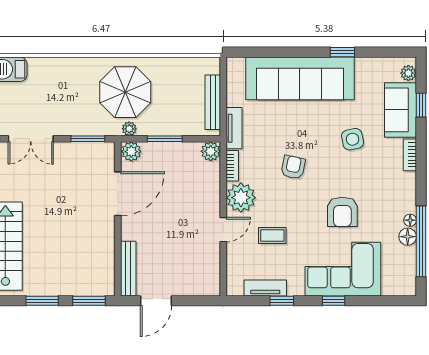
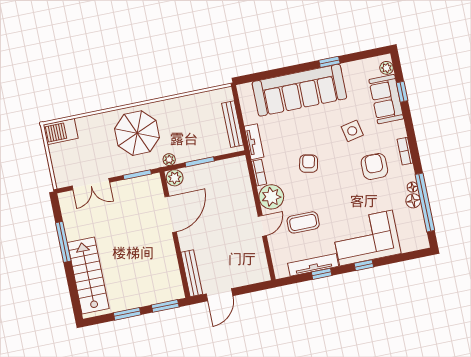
parasol: (125, 92) -> (137, 133), moved
plant: (211, 151) -> (239, 164), removed
bookcase: (410, 155) -> (405, 151), moved
armchair: (342, 212) -> (374, 166), moved, turned 180
coffee table: (272, 236) -> (303, 222), width x1.36, depth x1.30
tv unit: (265, 288) -> (313, 265), width x1.41

